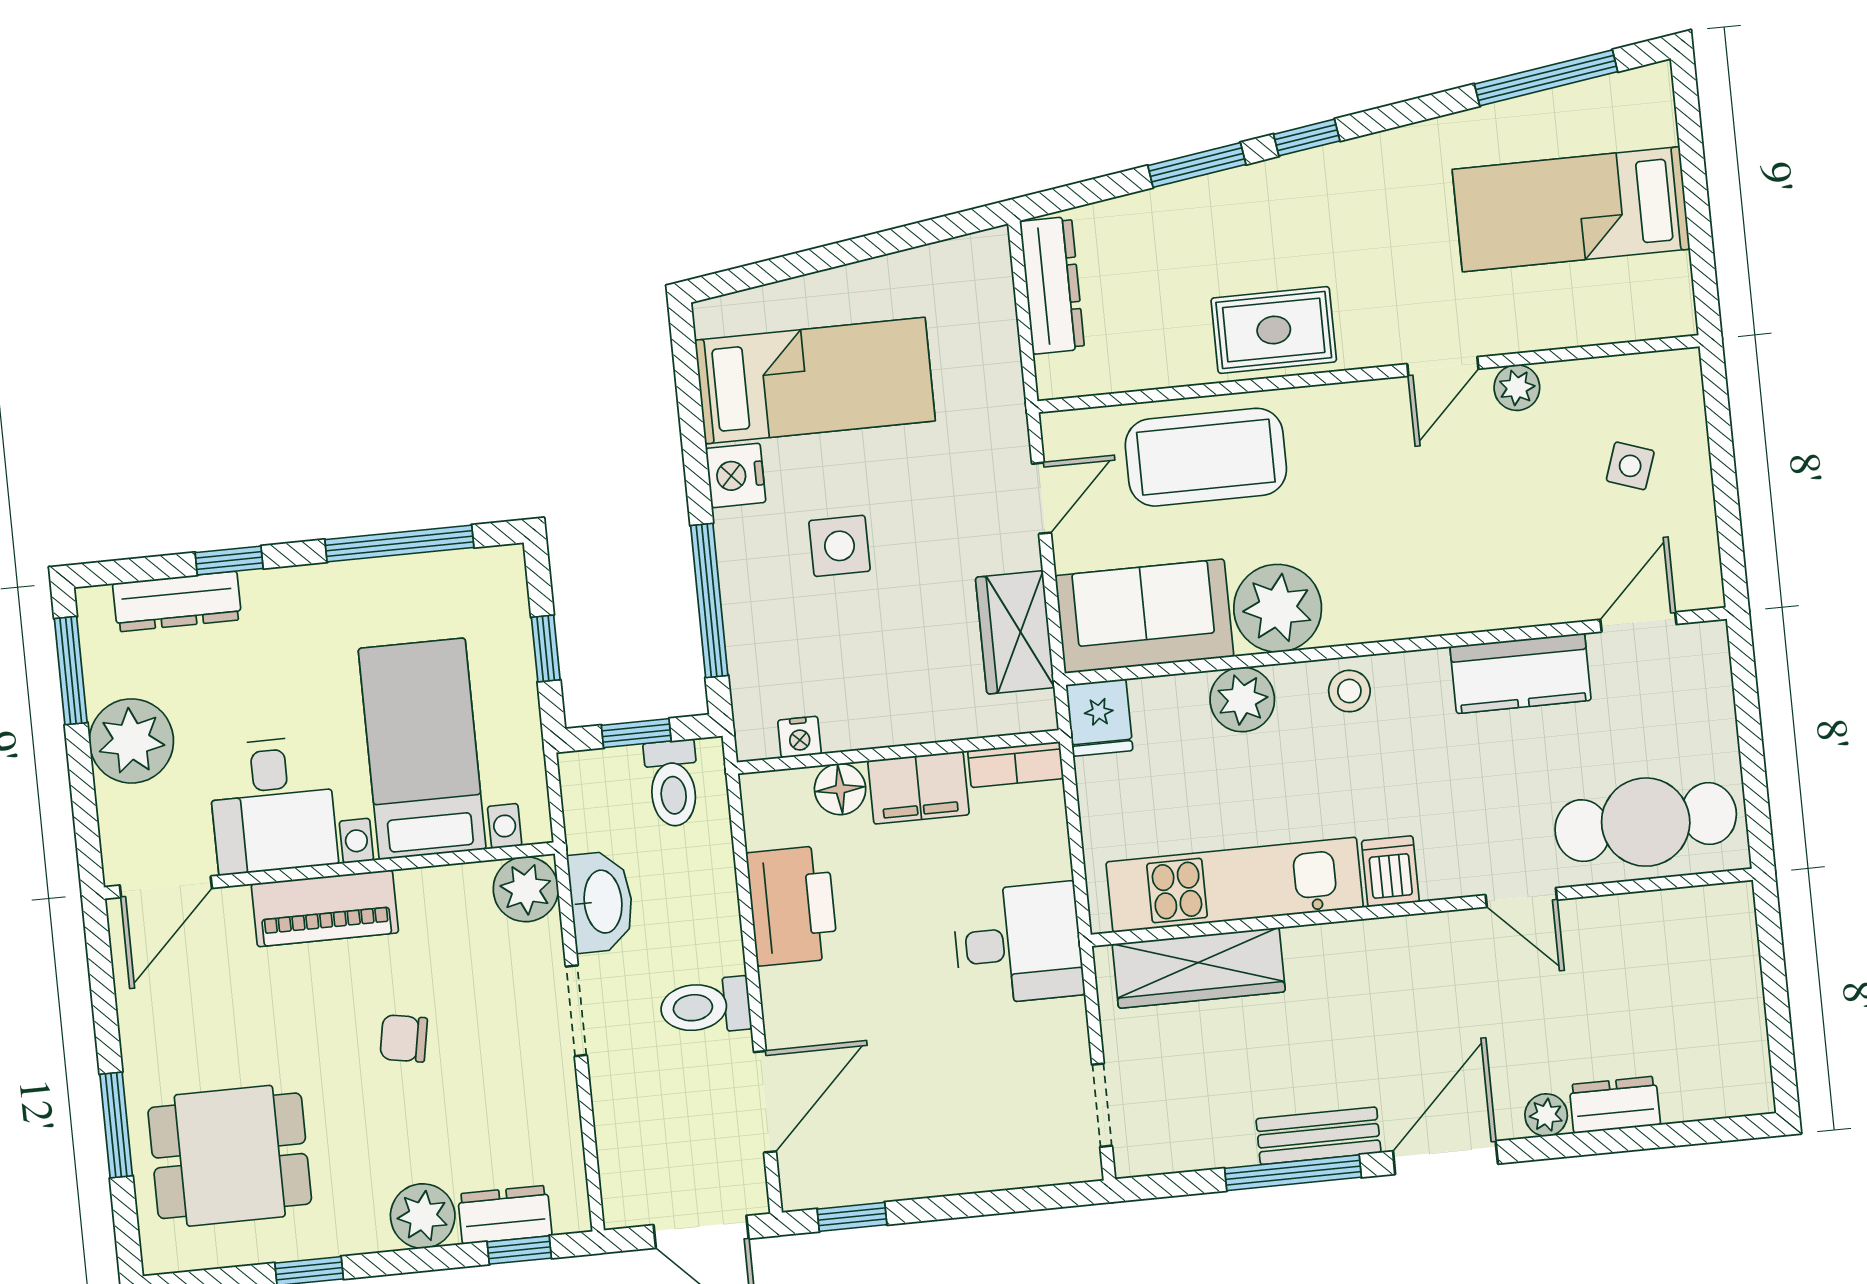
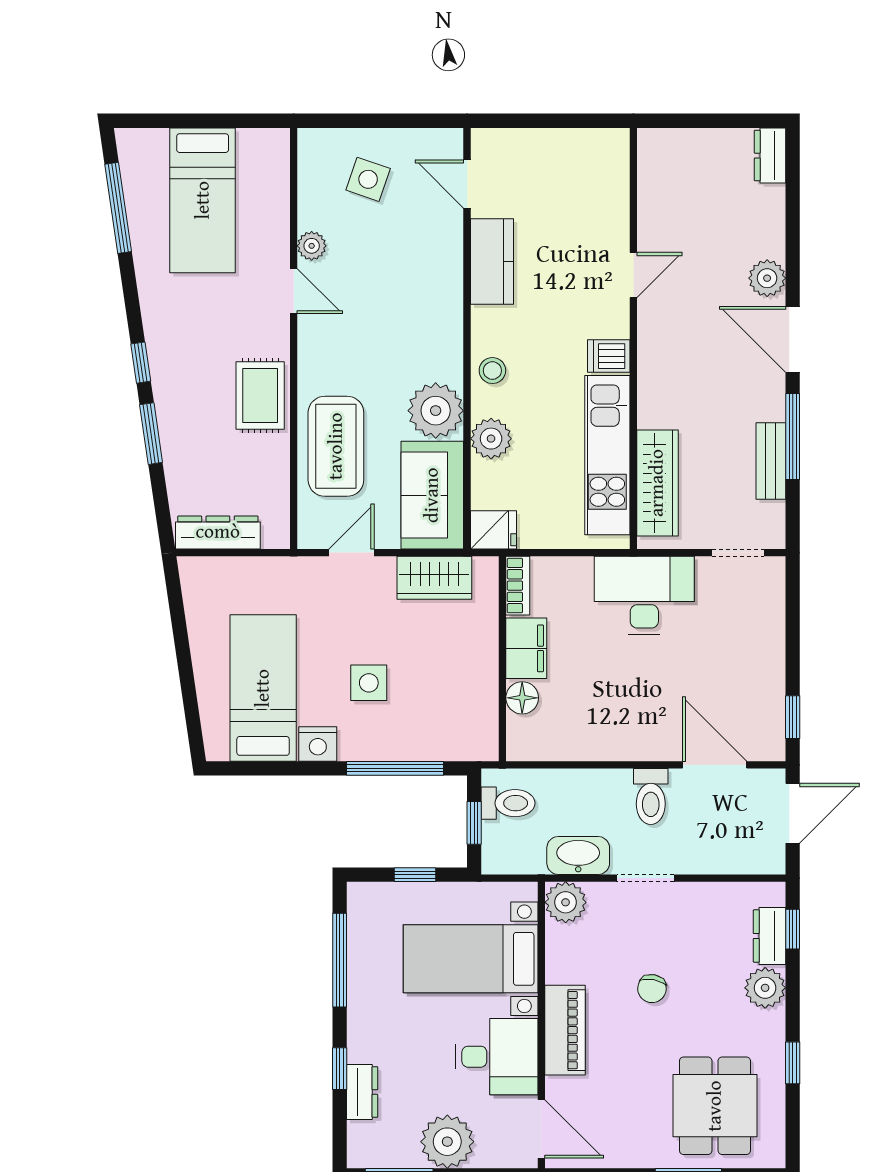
side table: (1630, 466) -> (368, 179), width x1.37, depth x1.37
door: (1041, 498) -> (351, 553), hinge flipped
dresser: (177, 602) -> (362, 1092), width x0.70
nightstand: (799, 737) -> (487, 720), removed
cafe table: (1646, 822) -> (594, 192), removed
printer: (792, 906) -> (593, 735), removed
desk: (1018, 944) -> (644, 595), width x1.37
dresser: (1615, 1105) -> (770, 156), moved
plant: (1546, 1115) -> (767, 278), width x1.38, depth x1.38
bench: (1318, 1136) -> (771, 461), moved

